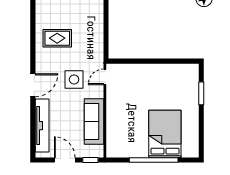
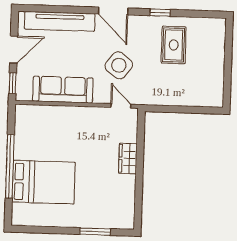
window: (33, 49) -> (160, 13), added
wardrobe: (145, 70) -> (128, 159), added
side table: (74, 79) -> (119, 65), turned 38

